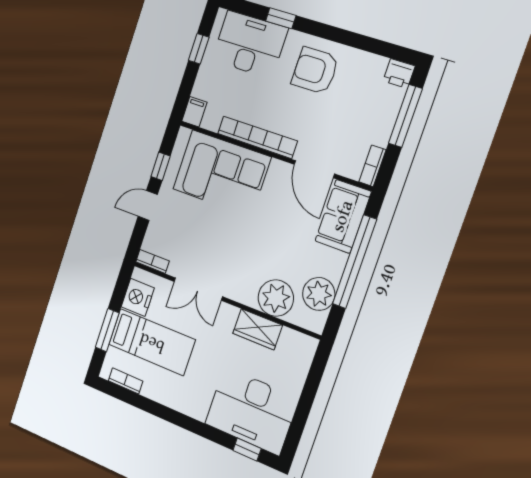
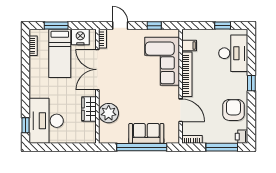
window: (281, 18) -> (251, 83), moved
armchair: (315, 71) -> (233, 110), moved
filing cabinet: (194, 112) -> (189, 46), moved
door: (314, 169) -> (181, 110), swing flipped
door: (148, 205) -> (120, 26), moved
sofa: (343, 216) -> (146, 133), moved
double door: (198, 289) -> (97, 70), width x1.37
plant: (319, 294) -> (119, 135), removed

